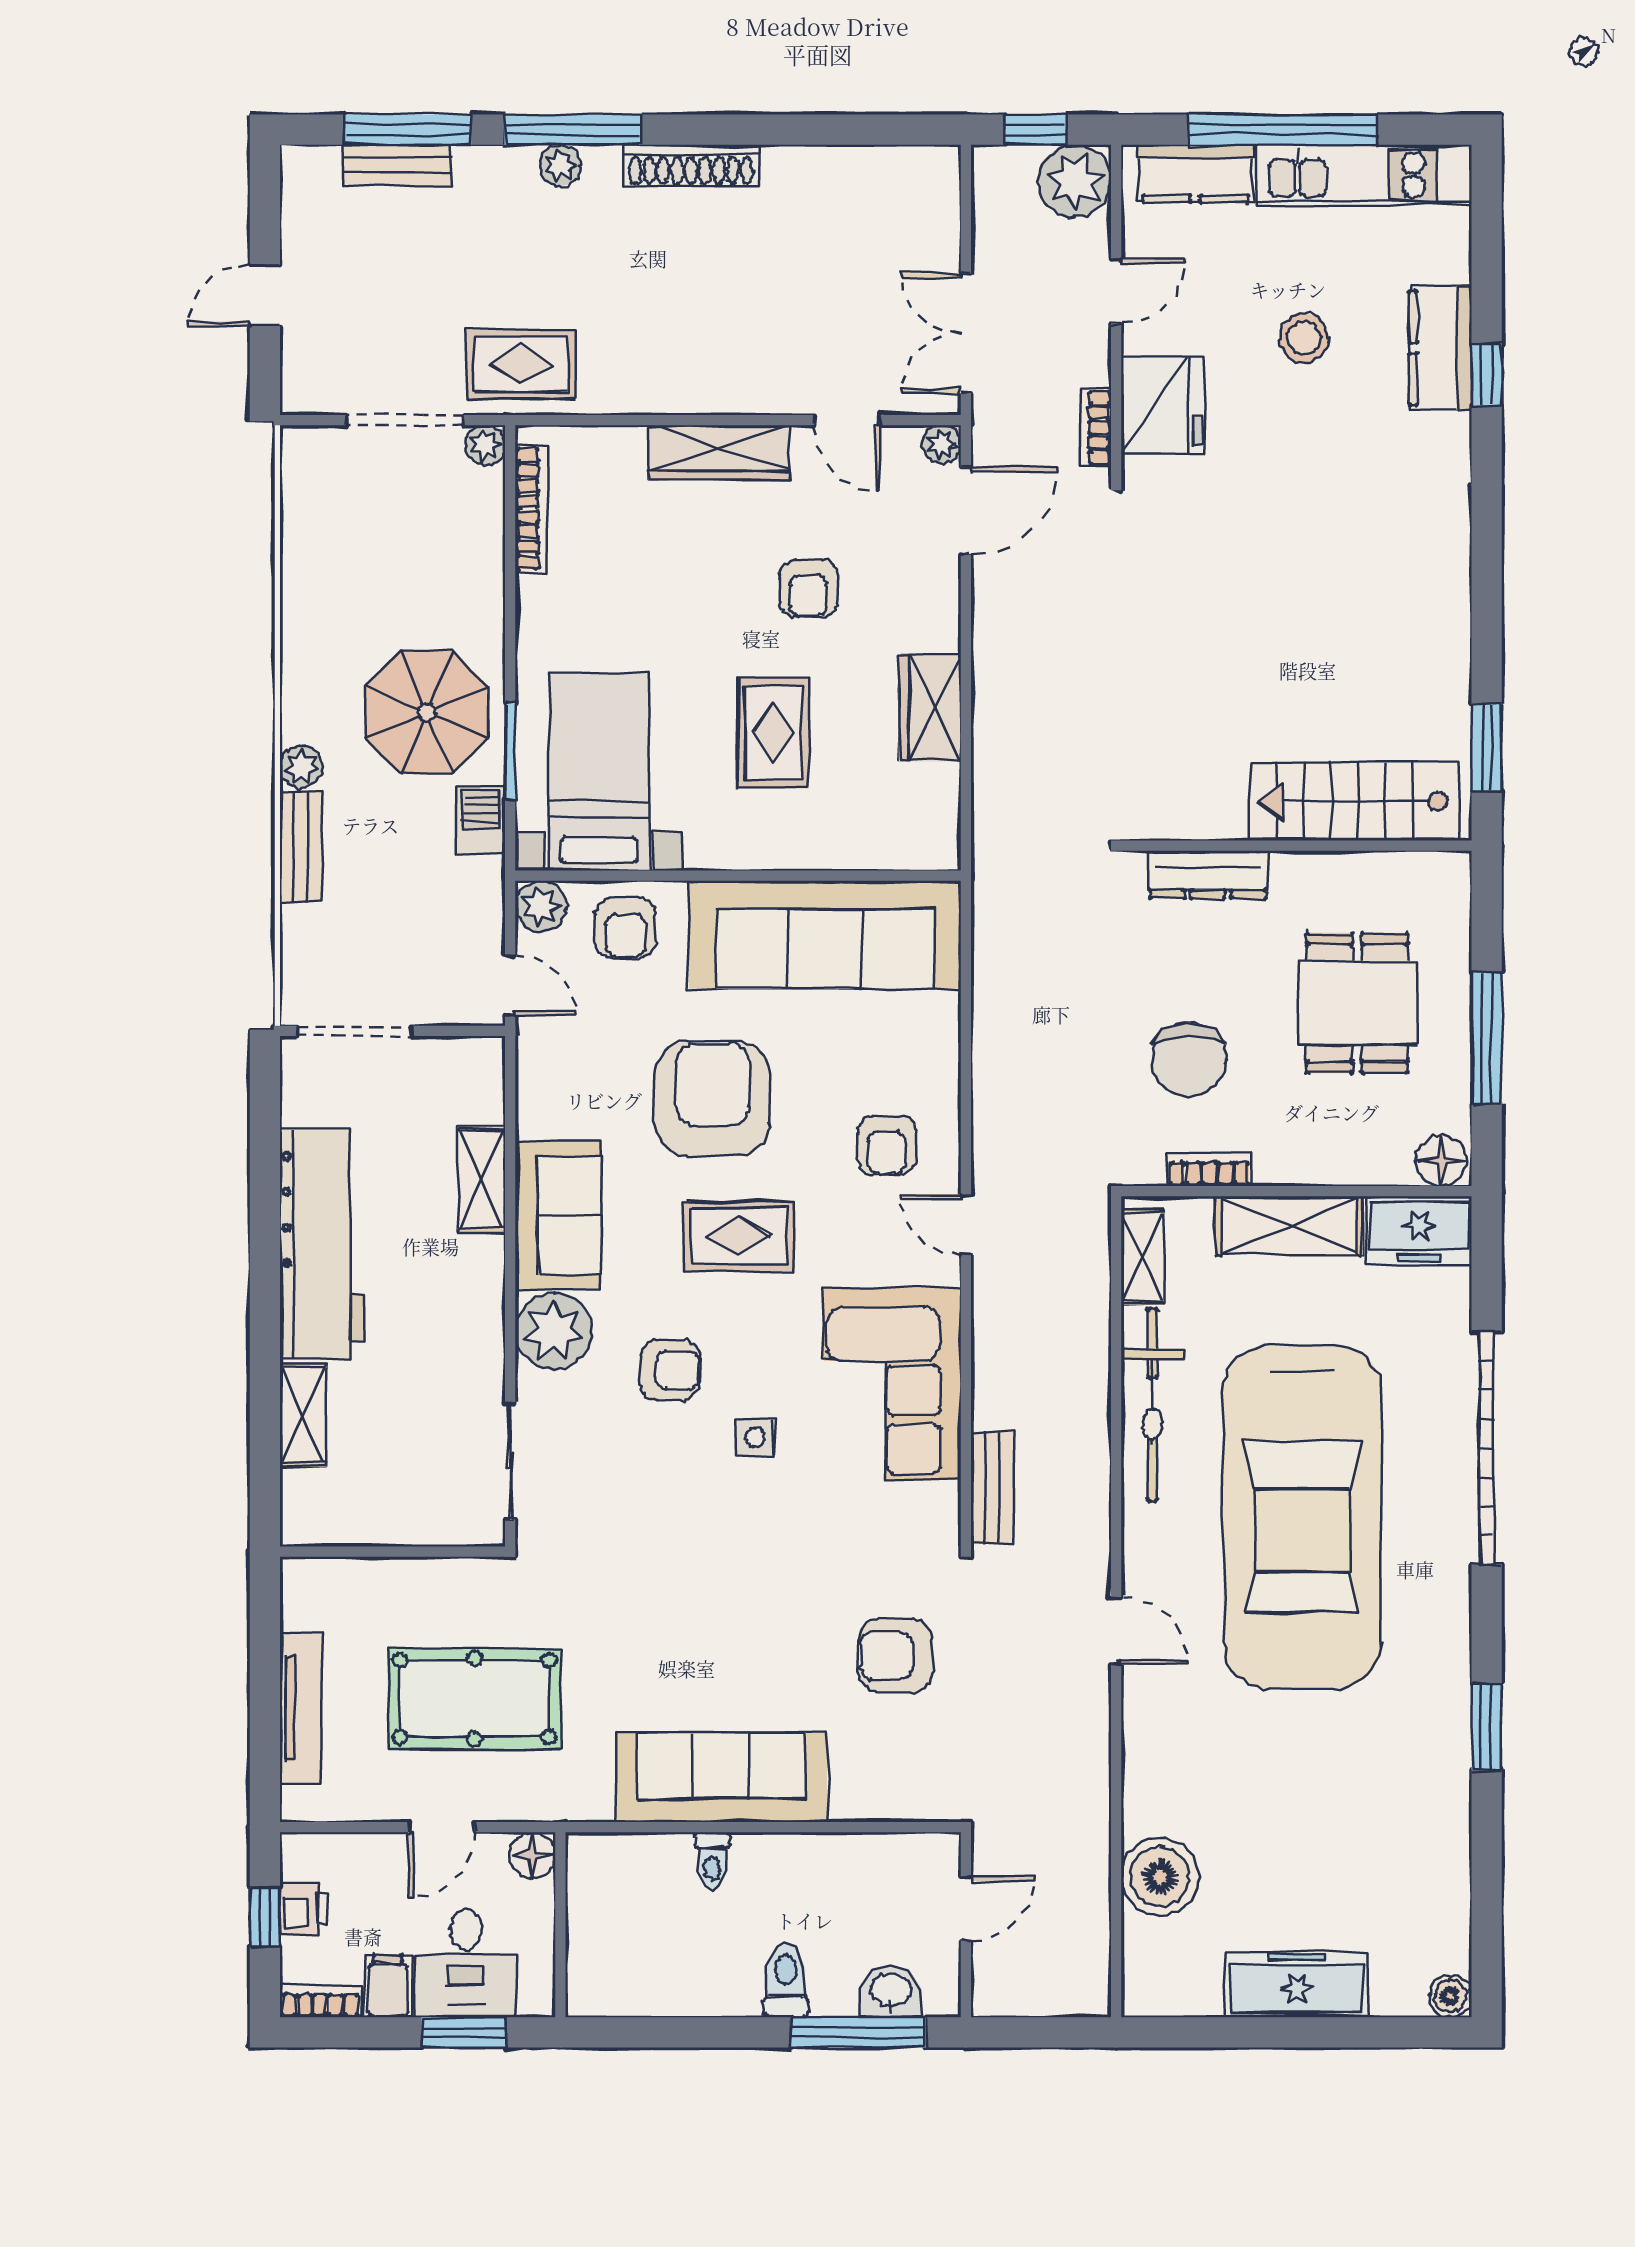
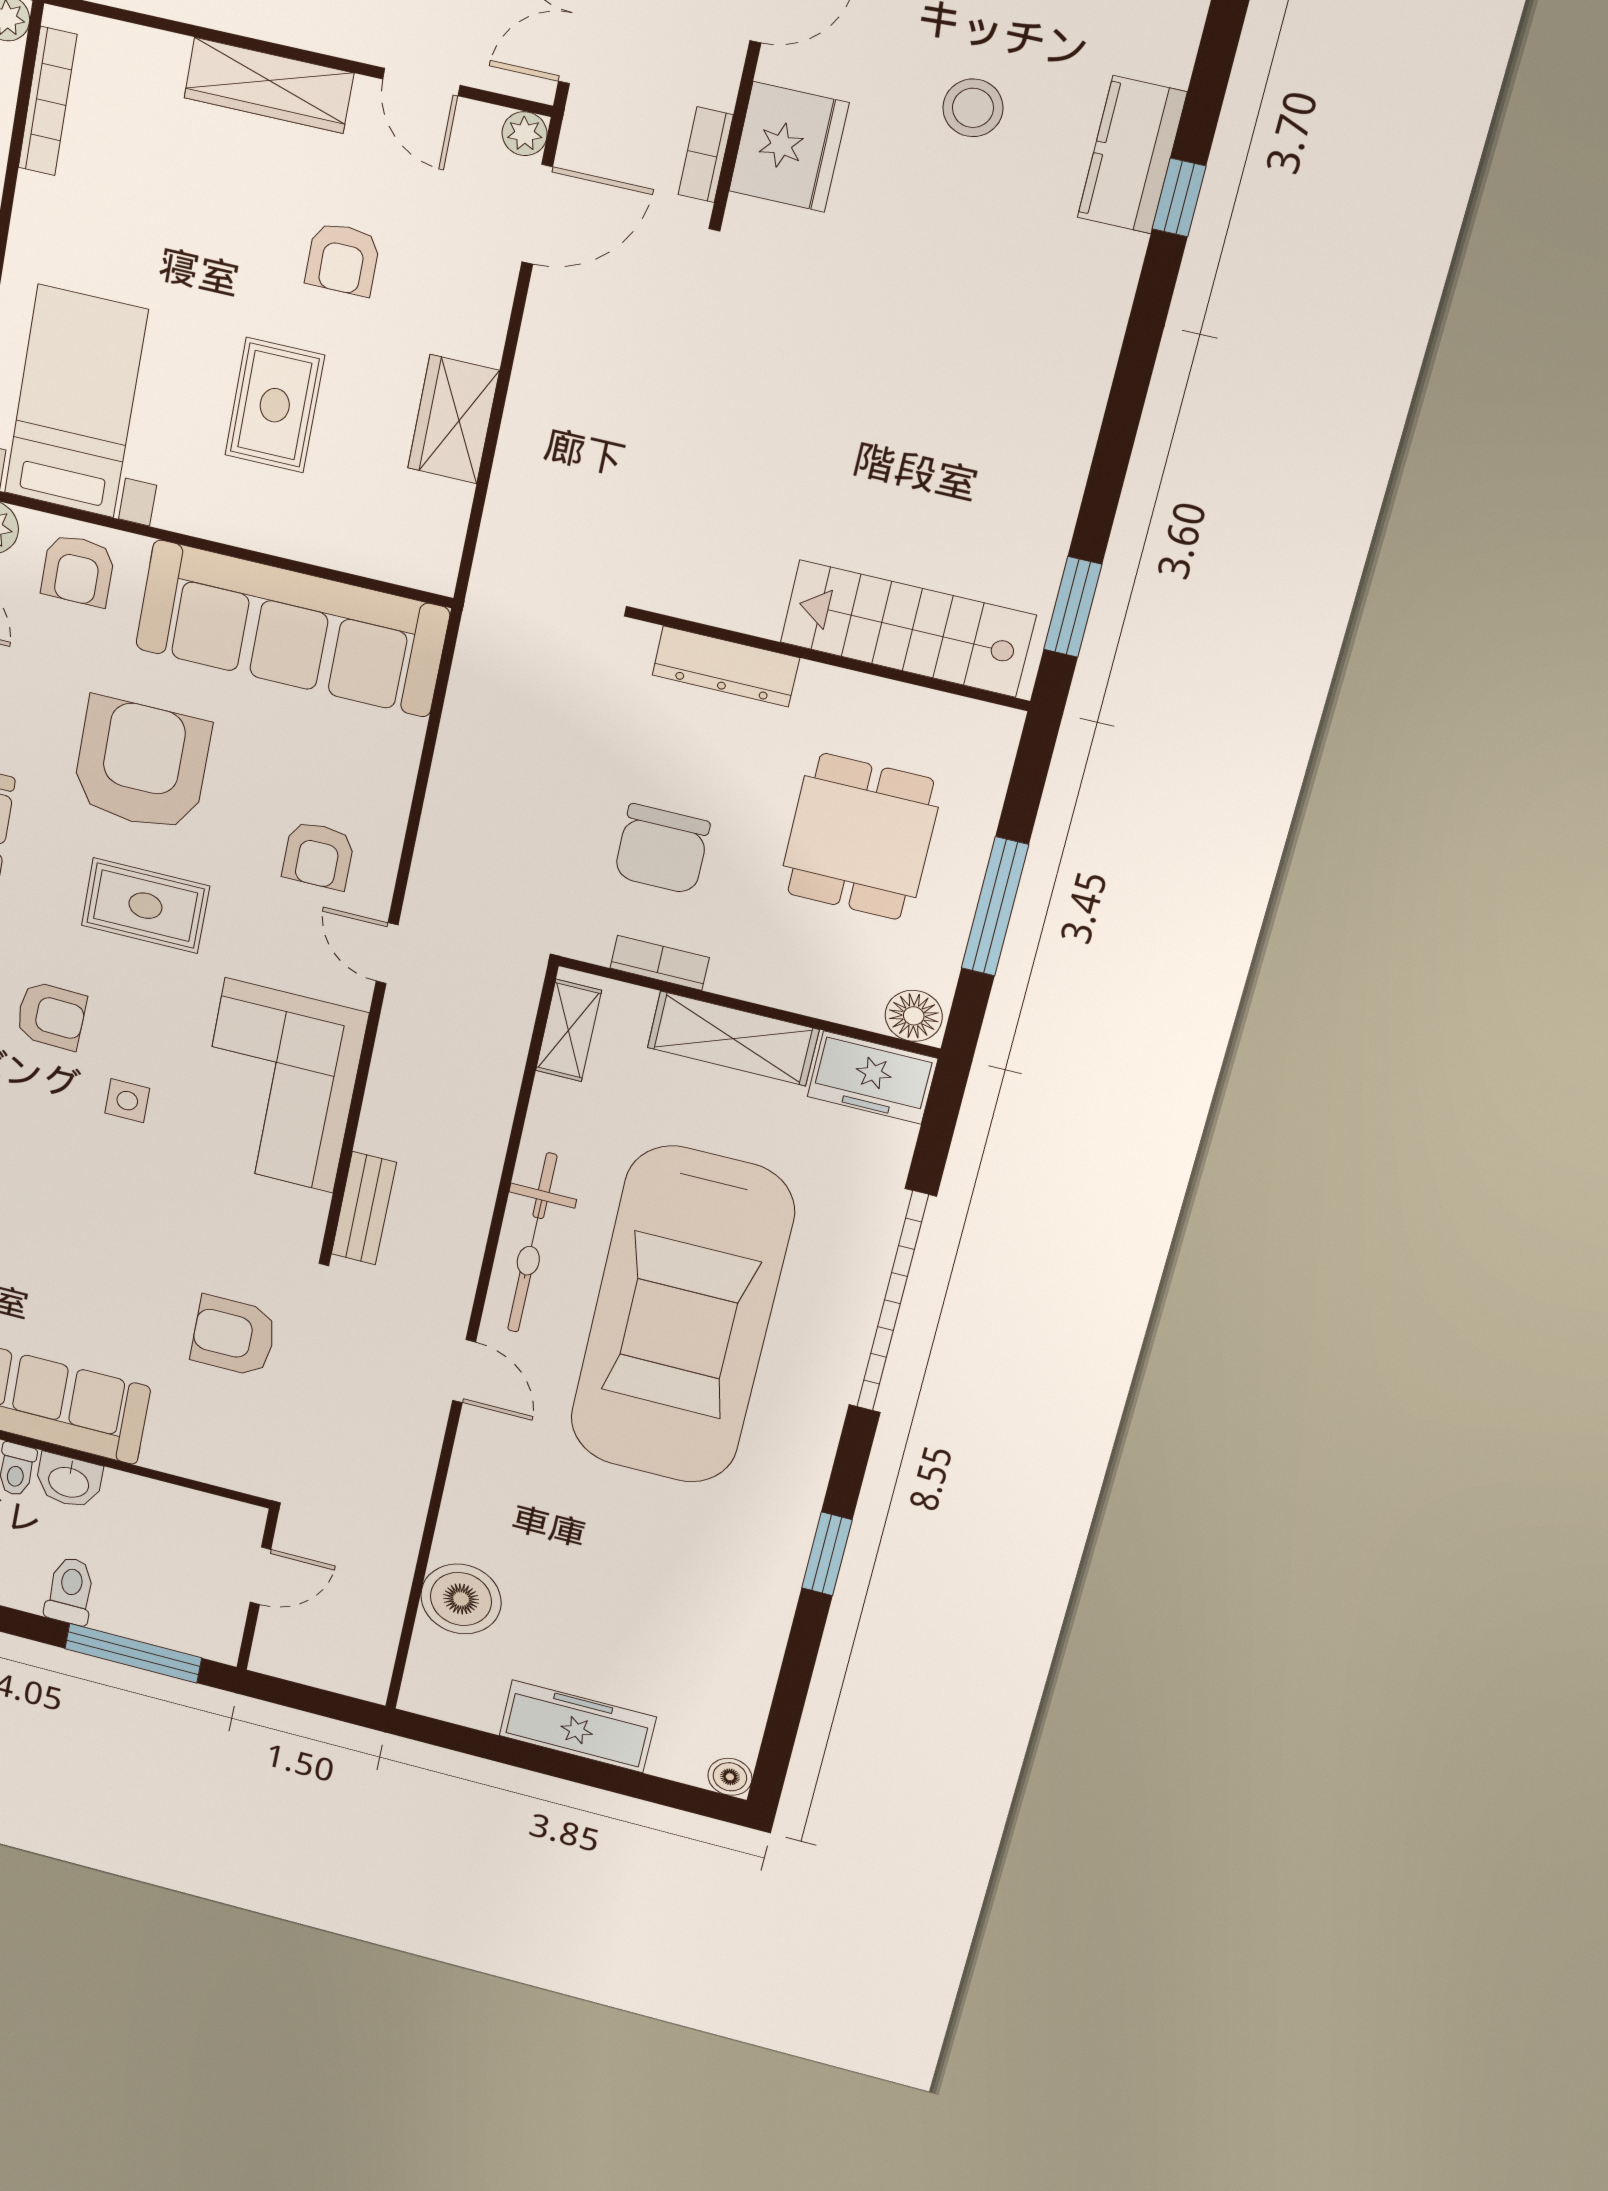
bicycle: (1152, 1405) -> (532, 1243), moved
washbasin: (891, 1991) -> (69, 1481), moved, turned 180

